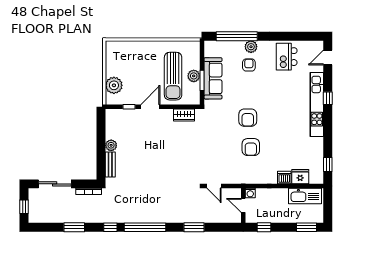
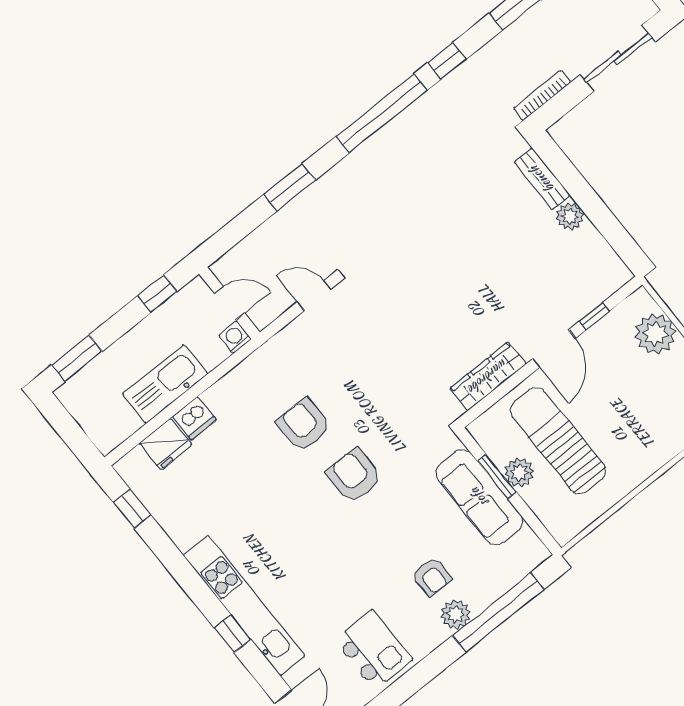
wardrobe: (184, 115) -> (488, 376), width x1.50
kitchen sink: (305, 196) -> (165, 384), moved

